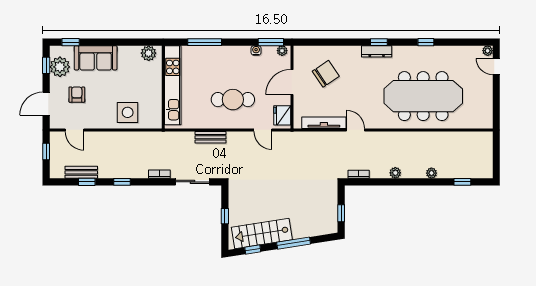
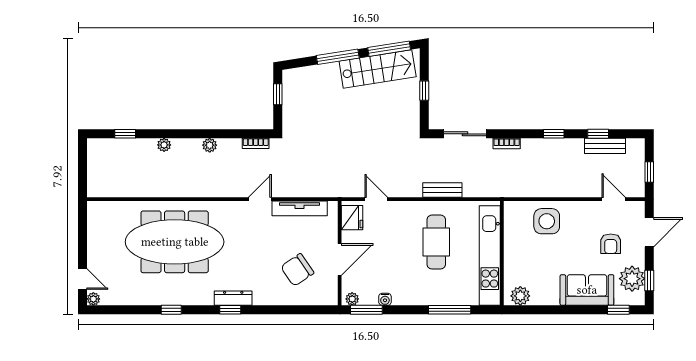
cafe table: (233, 100) -> (436, 242), moved, turned 90
door: (355, 130) -> (260, 199), swing flipped
window: (253, 250) -> (389, 49), width x2.17

